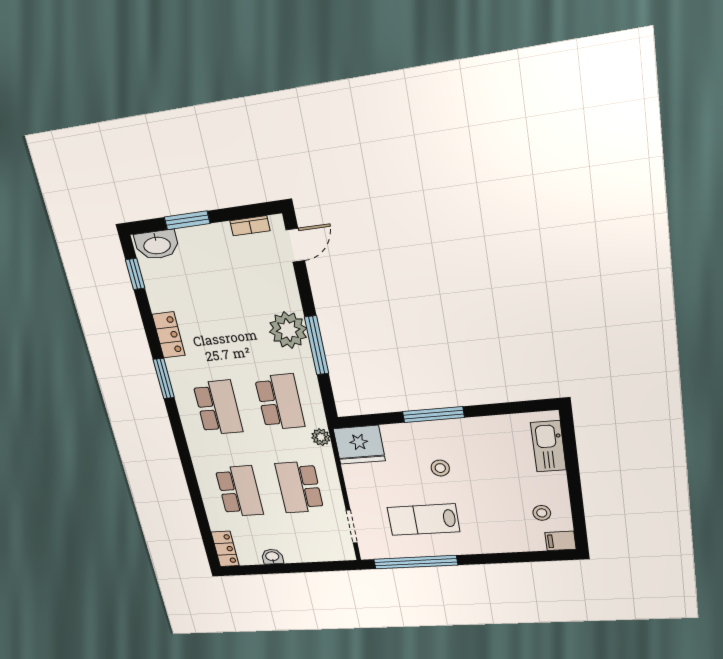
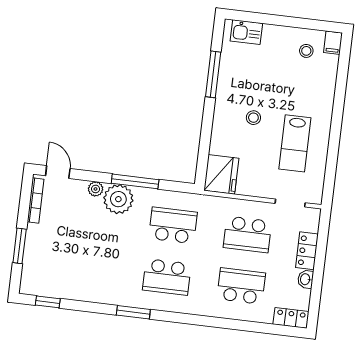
bookcase: (250, 226) -> (36, 200), width x1.56
washbasin: (157, 245) -> (31, 276), removed
locker: (169, 335) -> (307, 251), moved, turned -90
school desk: (218, 408) -> (167, 277), turned 180
window: (433, 415) -> (213, 74), moved
plant: (321, 437) -> (96, 189), moved
kitchen sink: (548, 446) -> (246, 32), width x0.73
window: (416, 562) -> (332, 161), removed

